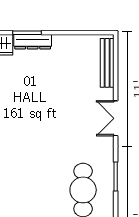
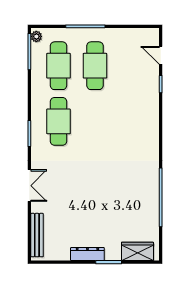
dresser: (33, 42) -> (87, 254), moved

